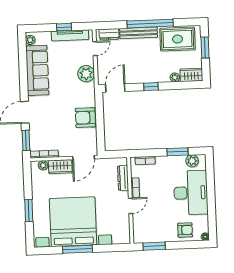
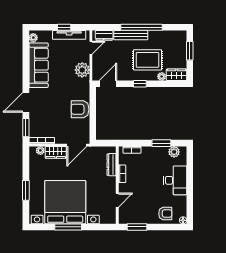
rug: (177, 39) -> (148, 60), moved
desk: (191, 193) -> (175, 180), width x0.73, depth x0.77
door: (131, 206) -> (117, 200), moved

